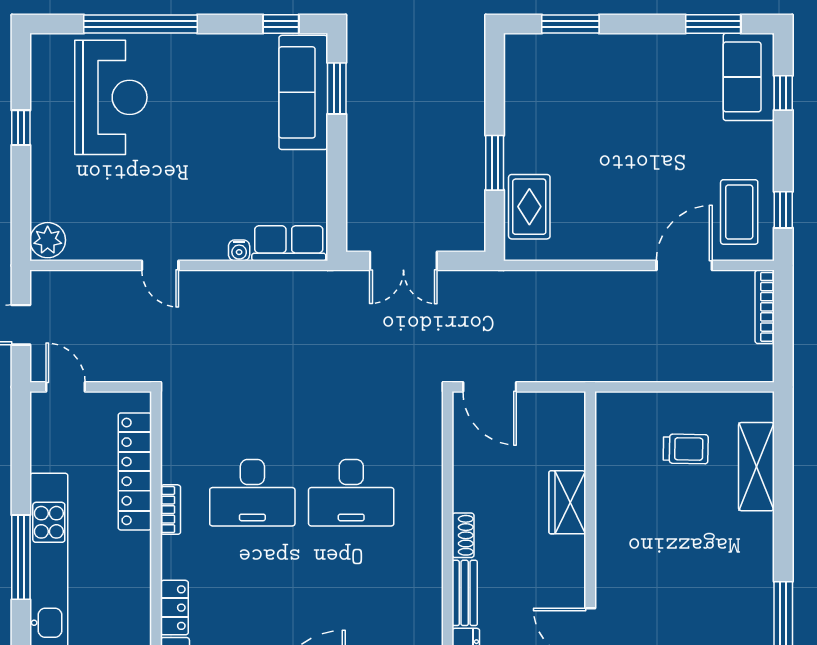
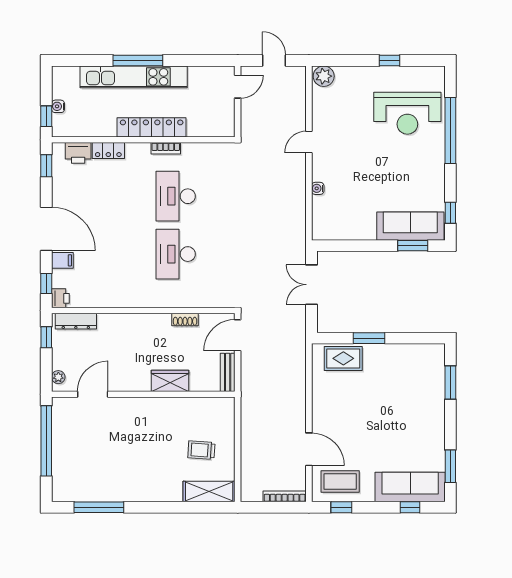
sofa: (749, 77) -> (410, 487), width x1.36
row of seats: (289, 243) -> (322, 218), removed
trolley: (686, 449) -> (201, 450), turned 93
shelving: (756, 467) -> (209, 492), moved
locker: (135, 471) -> (152, 127), moved
shoe rack: (463, 535) -> (185, 320), moved
bench: (465, 593) -> (228, 372), moved, turned 90

